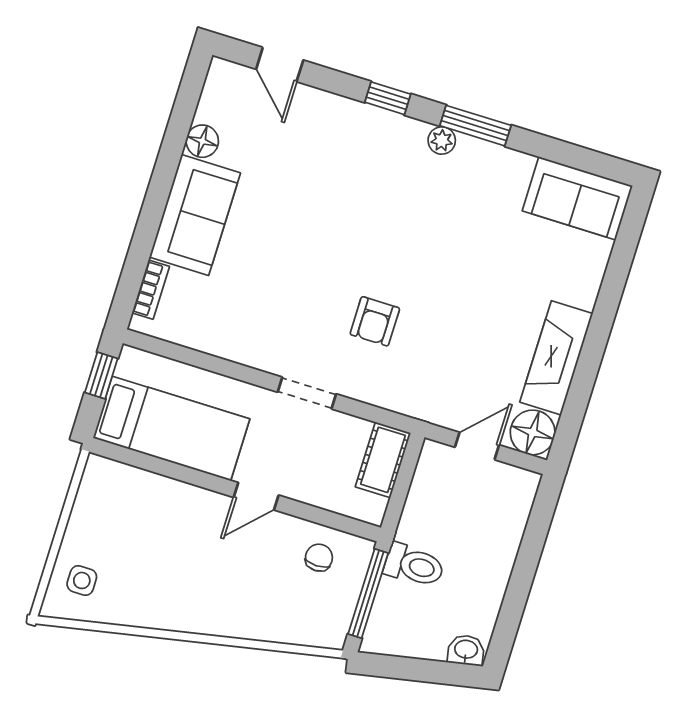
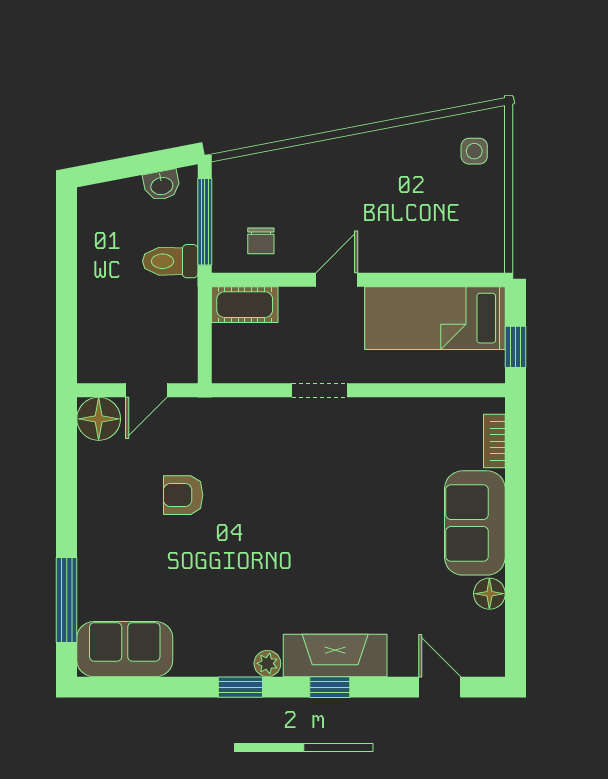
window: (475, 126) -> (240, 687), width x0.67
window: (620, 264) -> (67, 600), added
armchair: (375, 321) -> (183, 495), moved, turned -90
fireplace: (556, 358) -> (335, 656), moved, turned -90
cot: (383, 460) -> (245, 305), moved, turned 90
washbasin: (466, 650) -> (162, 185), moved

